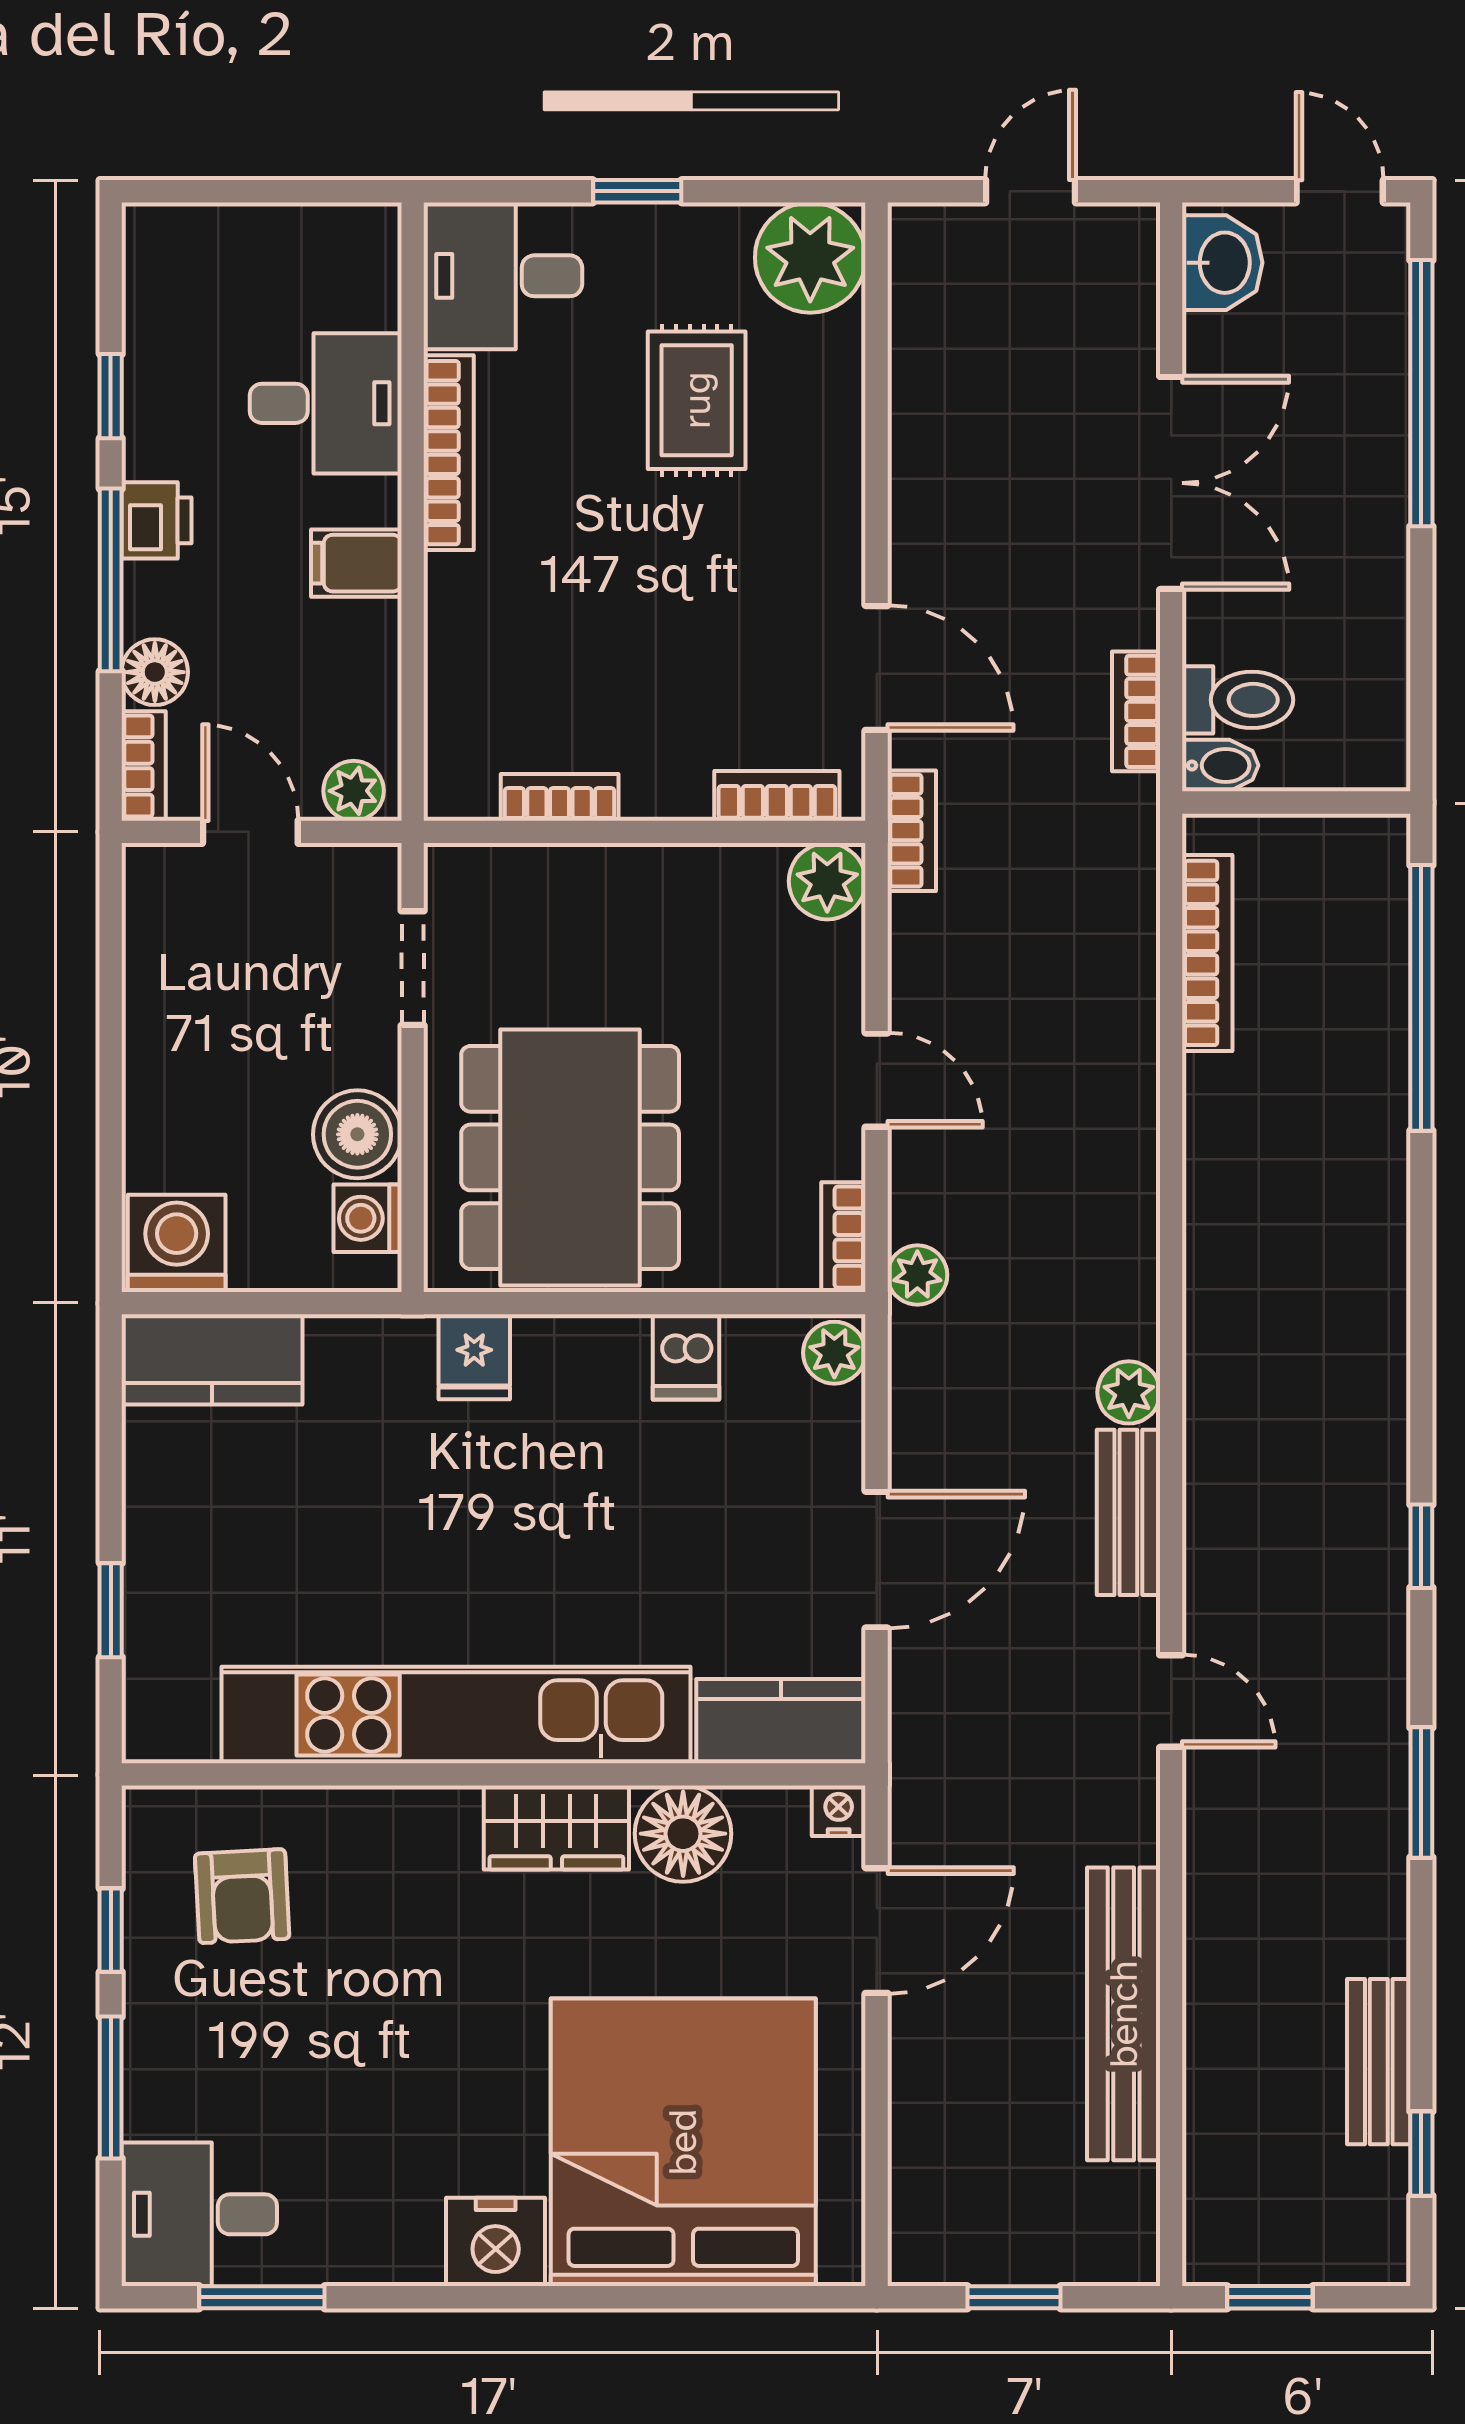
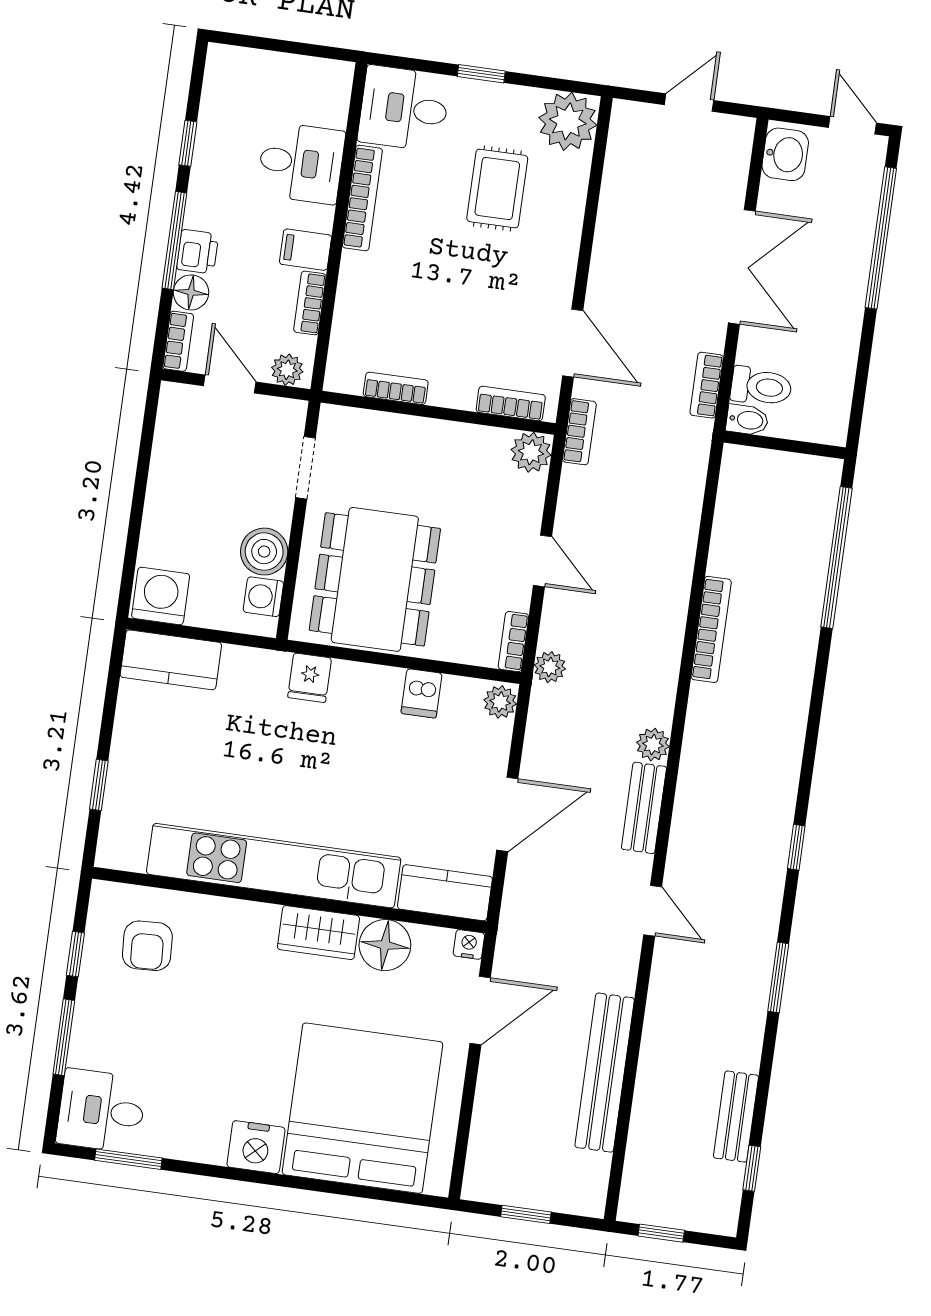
printer: (157, 520) -> (198, 252), moved
bookcase: (378, 661) -> (310, 303), added
bookcase: (1207, 953) -> (711, 629), moved

